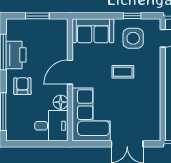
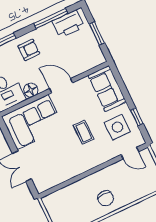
printer: (16, 55) -> (68, 24), moved

